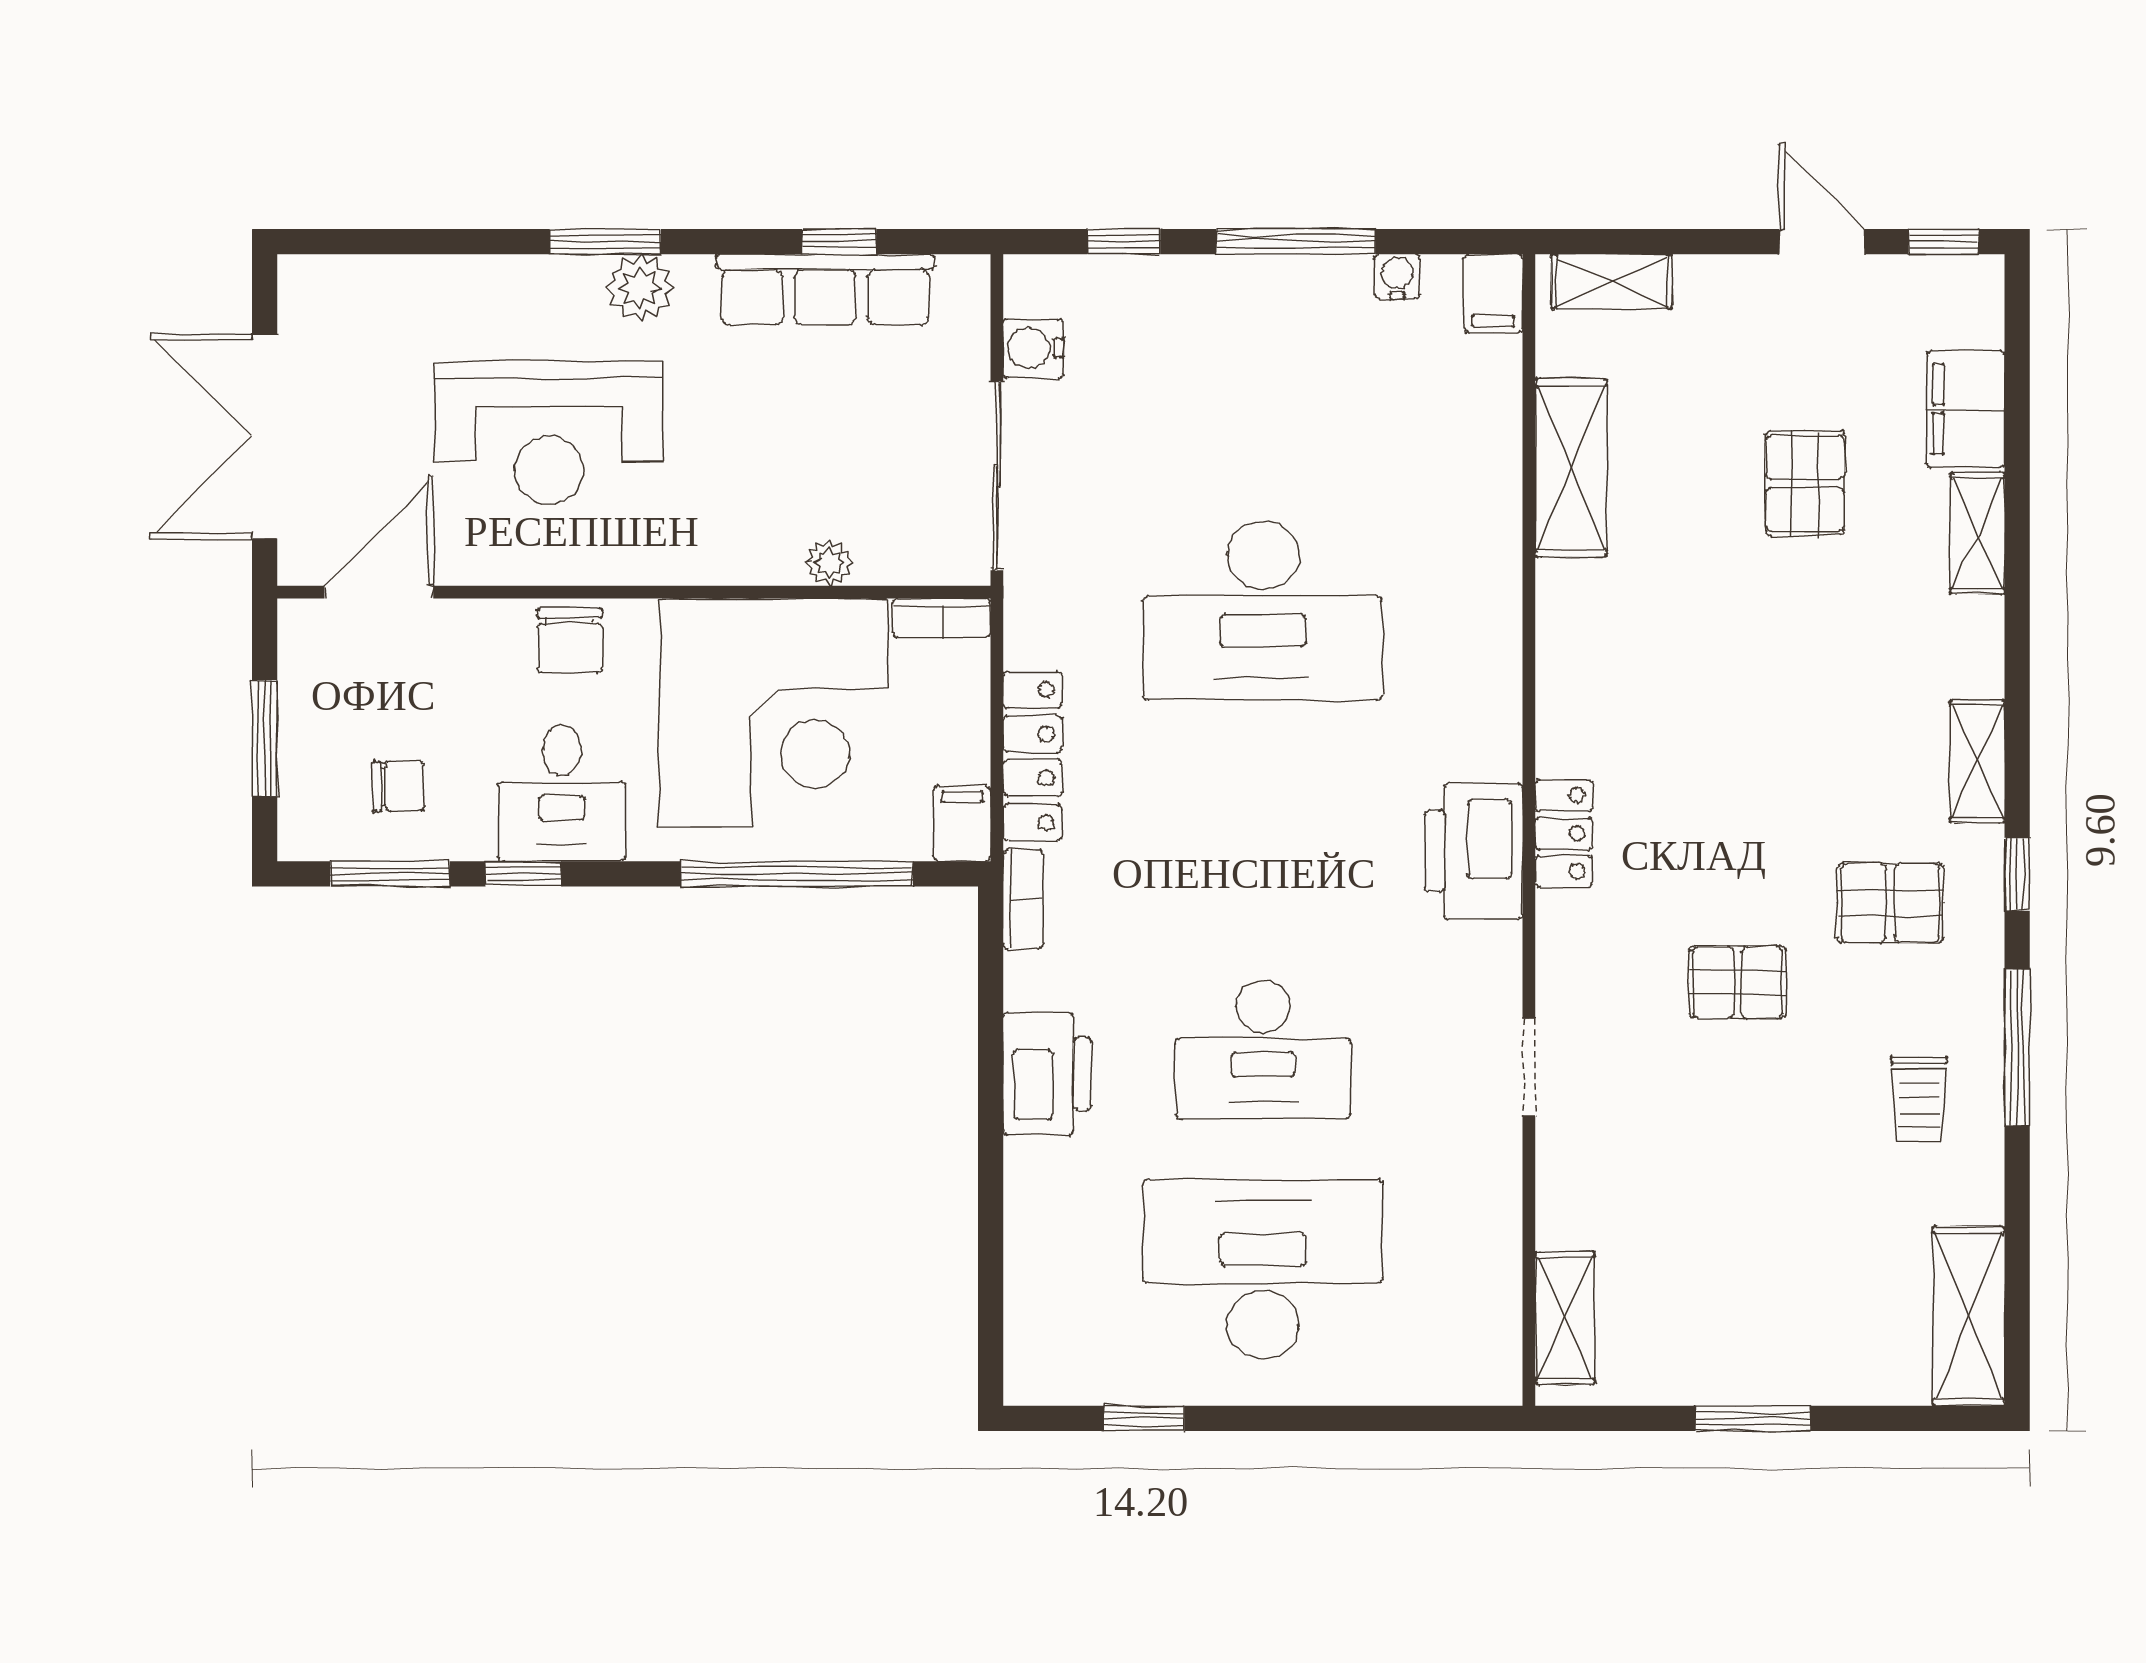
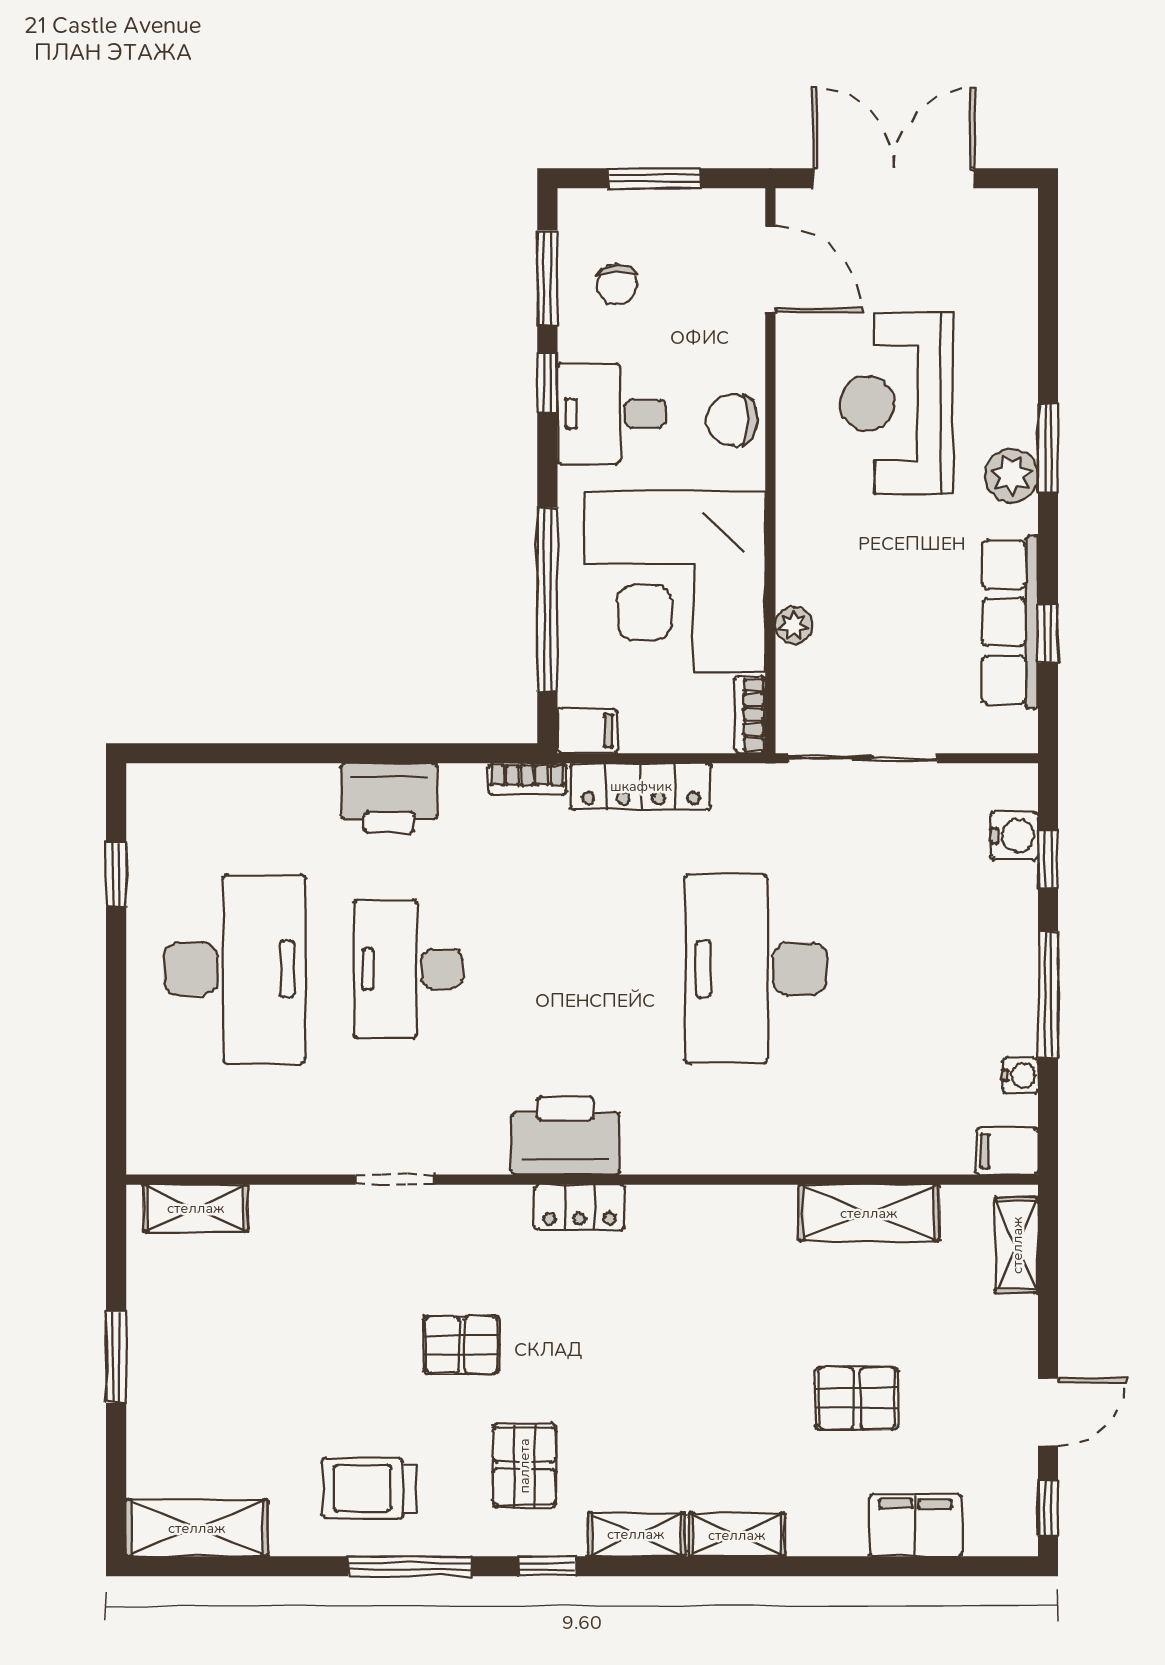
water cooler: (1033, 348) -> (1014, 836), moved, turned 90
shelving: (1977, 533) -> (737, 1535), moved
pallet: (1738, 982) -> (462, 1345), turned 90
trolley: (1919, 1099) -> (369, 1488), width x1.36, depth x1.39

